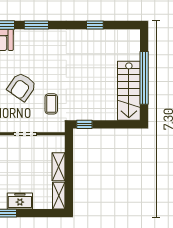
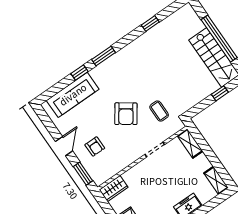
window: (84, 124) -> (220, 93), moved
shelving: (58, 167) -> (190, 143), moved

